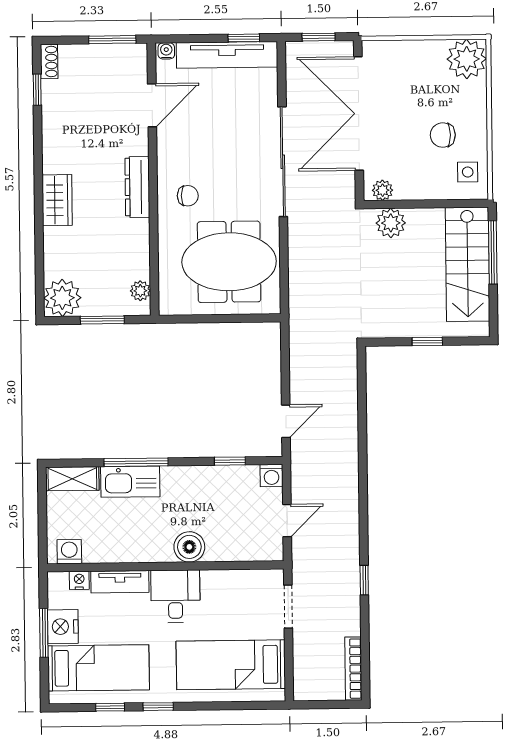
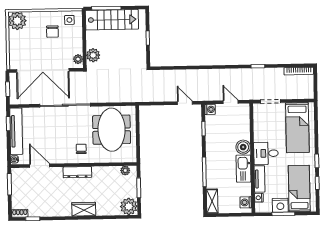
kitchen sink: (130, 482) -> (243, 169), moved, turned 180

